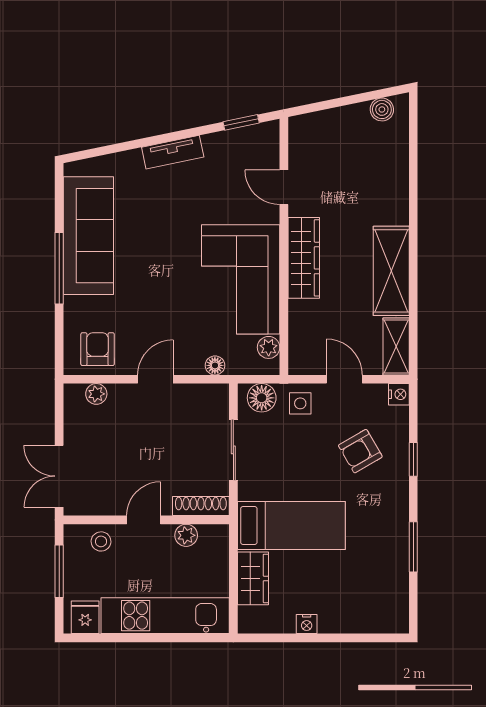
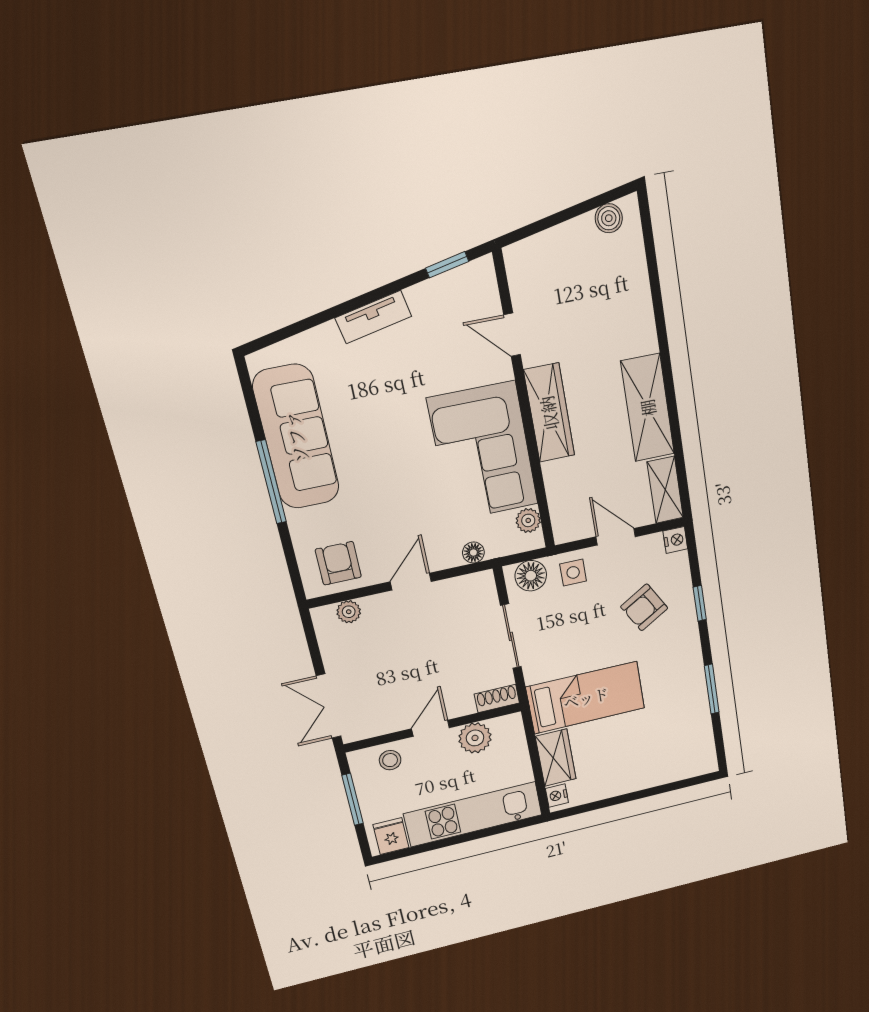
shoe rack: (201, 506) -> (497, 698), width x0.70
plant: (186, 535) -> (475, 738), width x1.38, depth x1.38
nightstand: (307, 624) -> (557, 795), moved, turned 90

